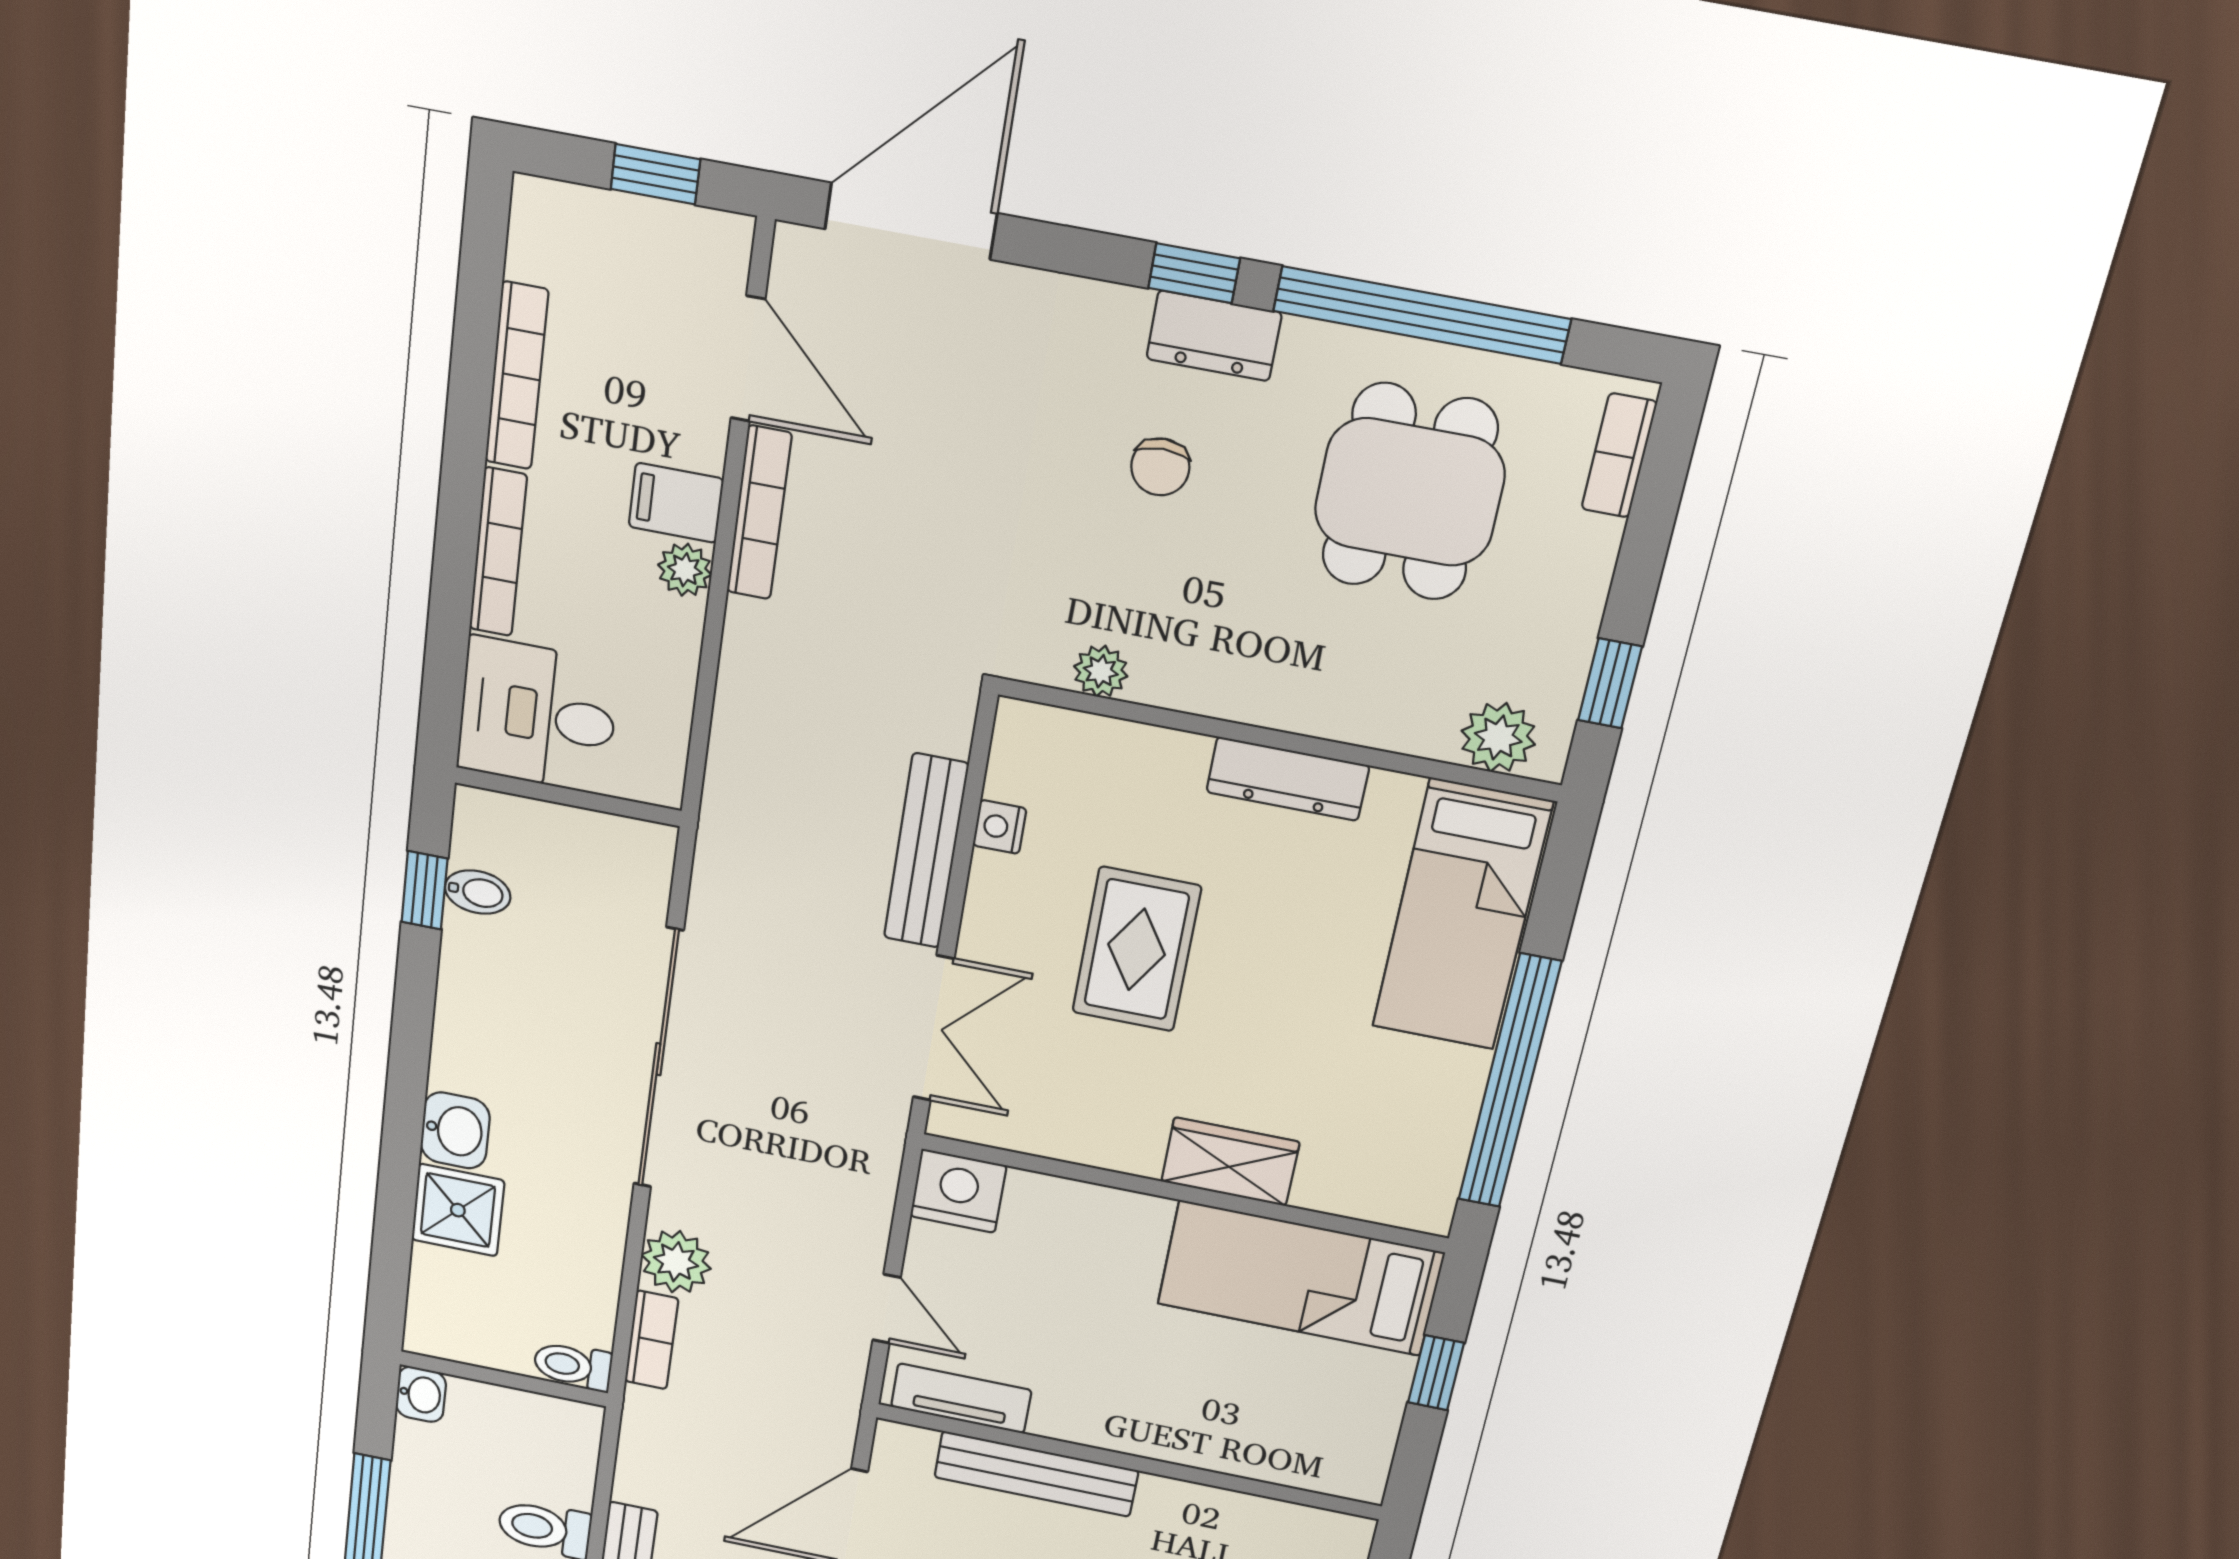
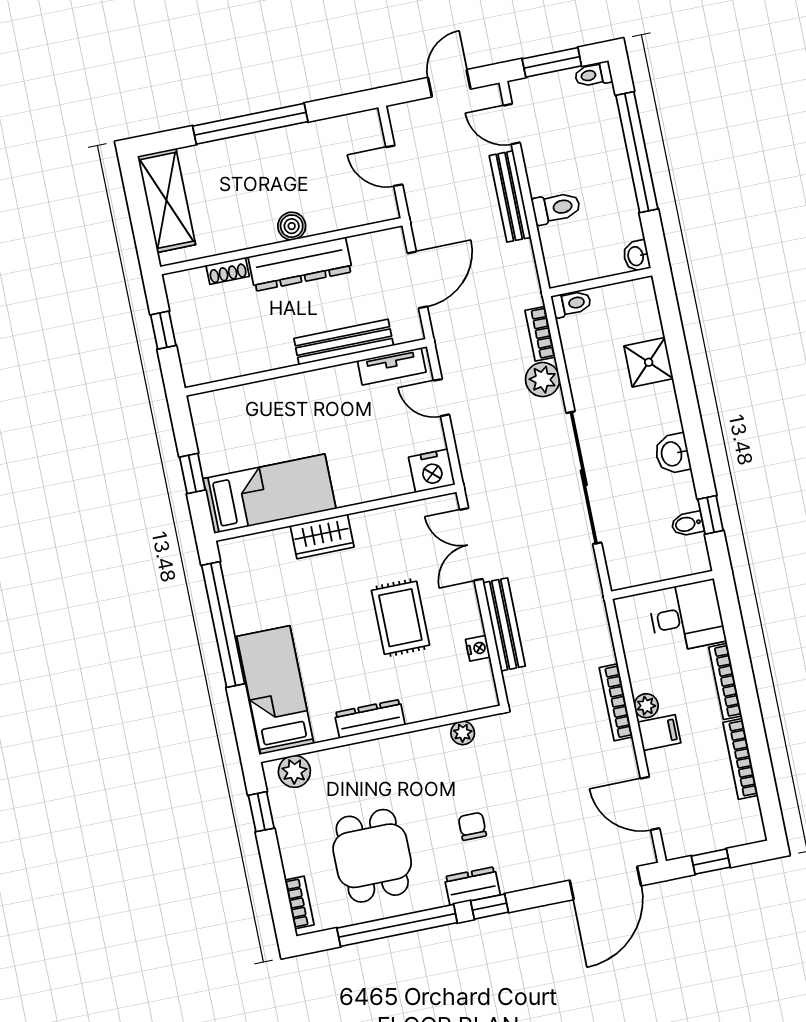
bookcase: (759, 513) -> (616, 702), moved
washbasin: (455, 1130) -> (673, 454), moved

